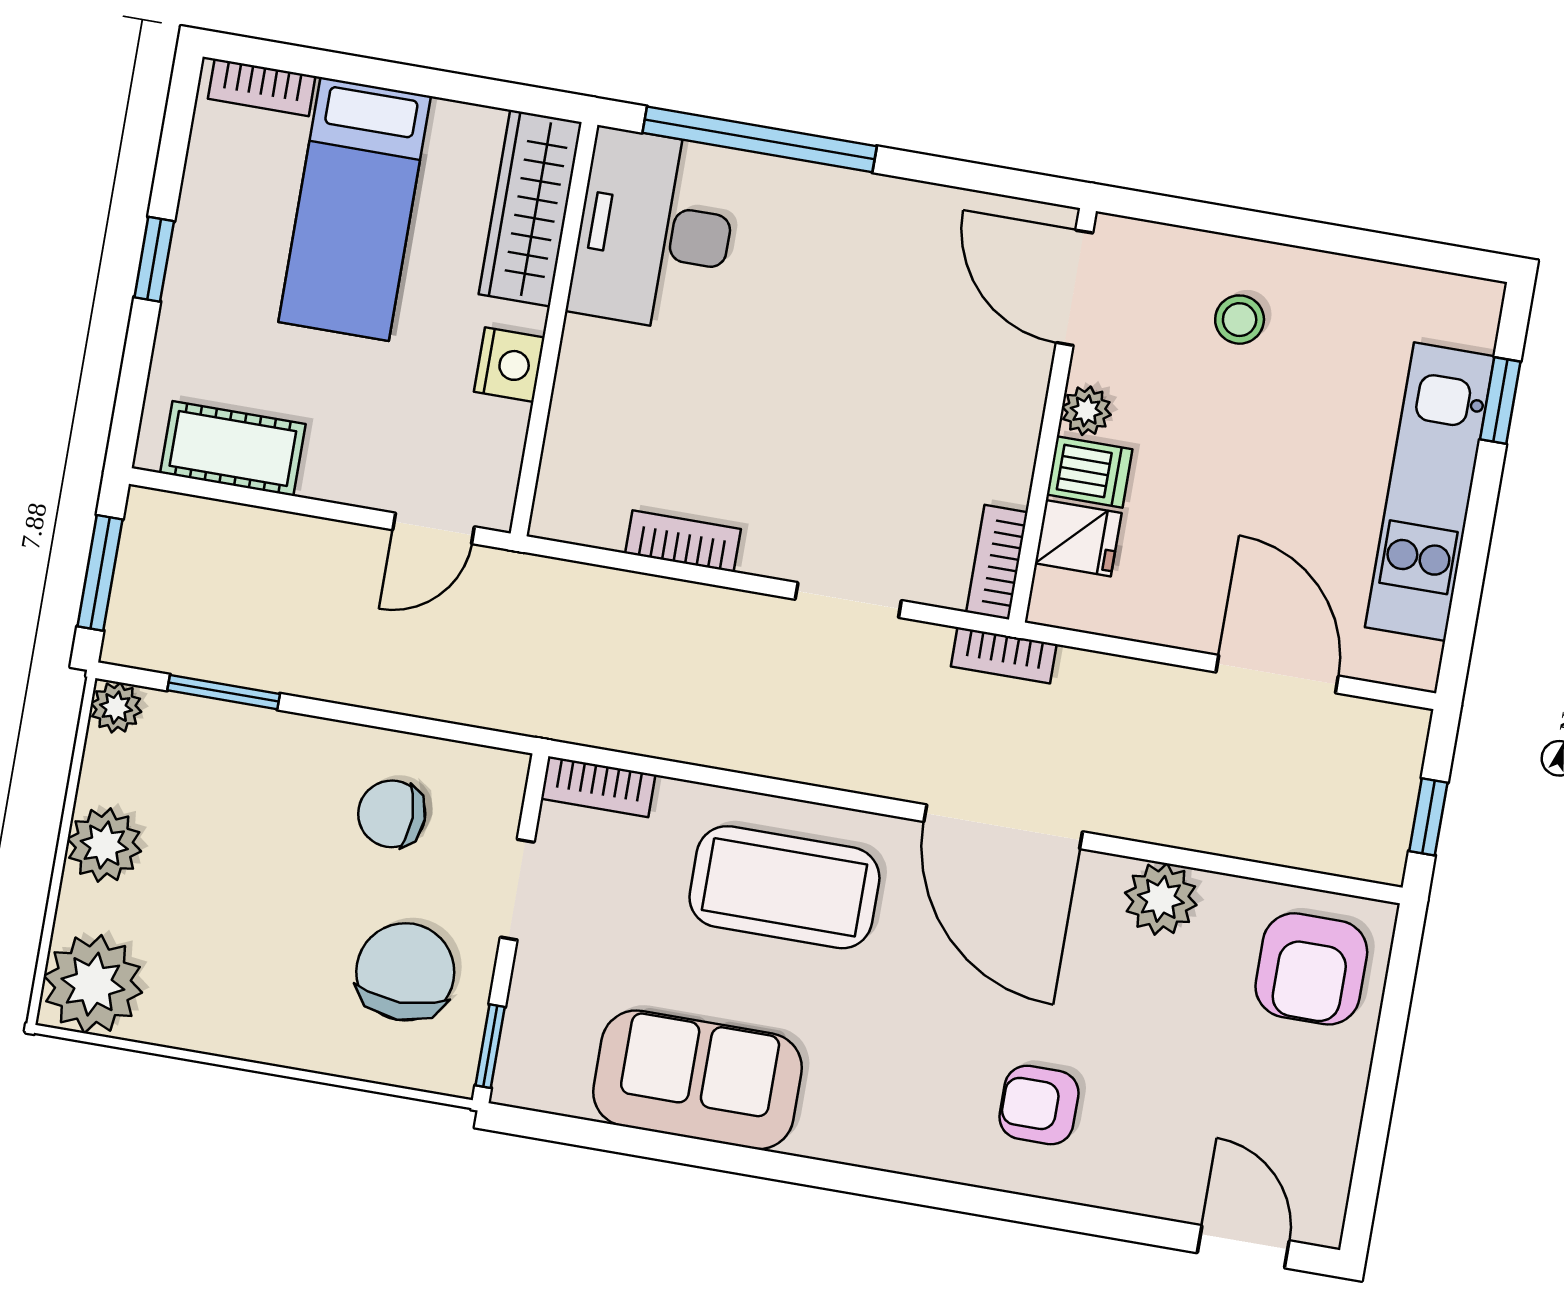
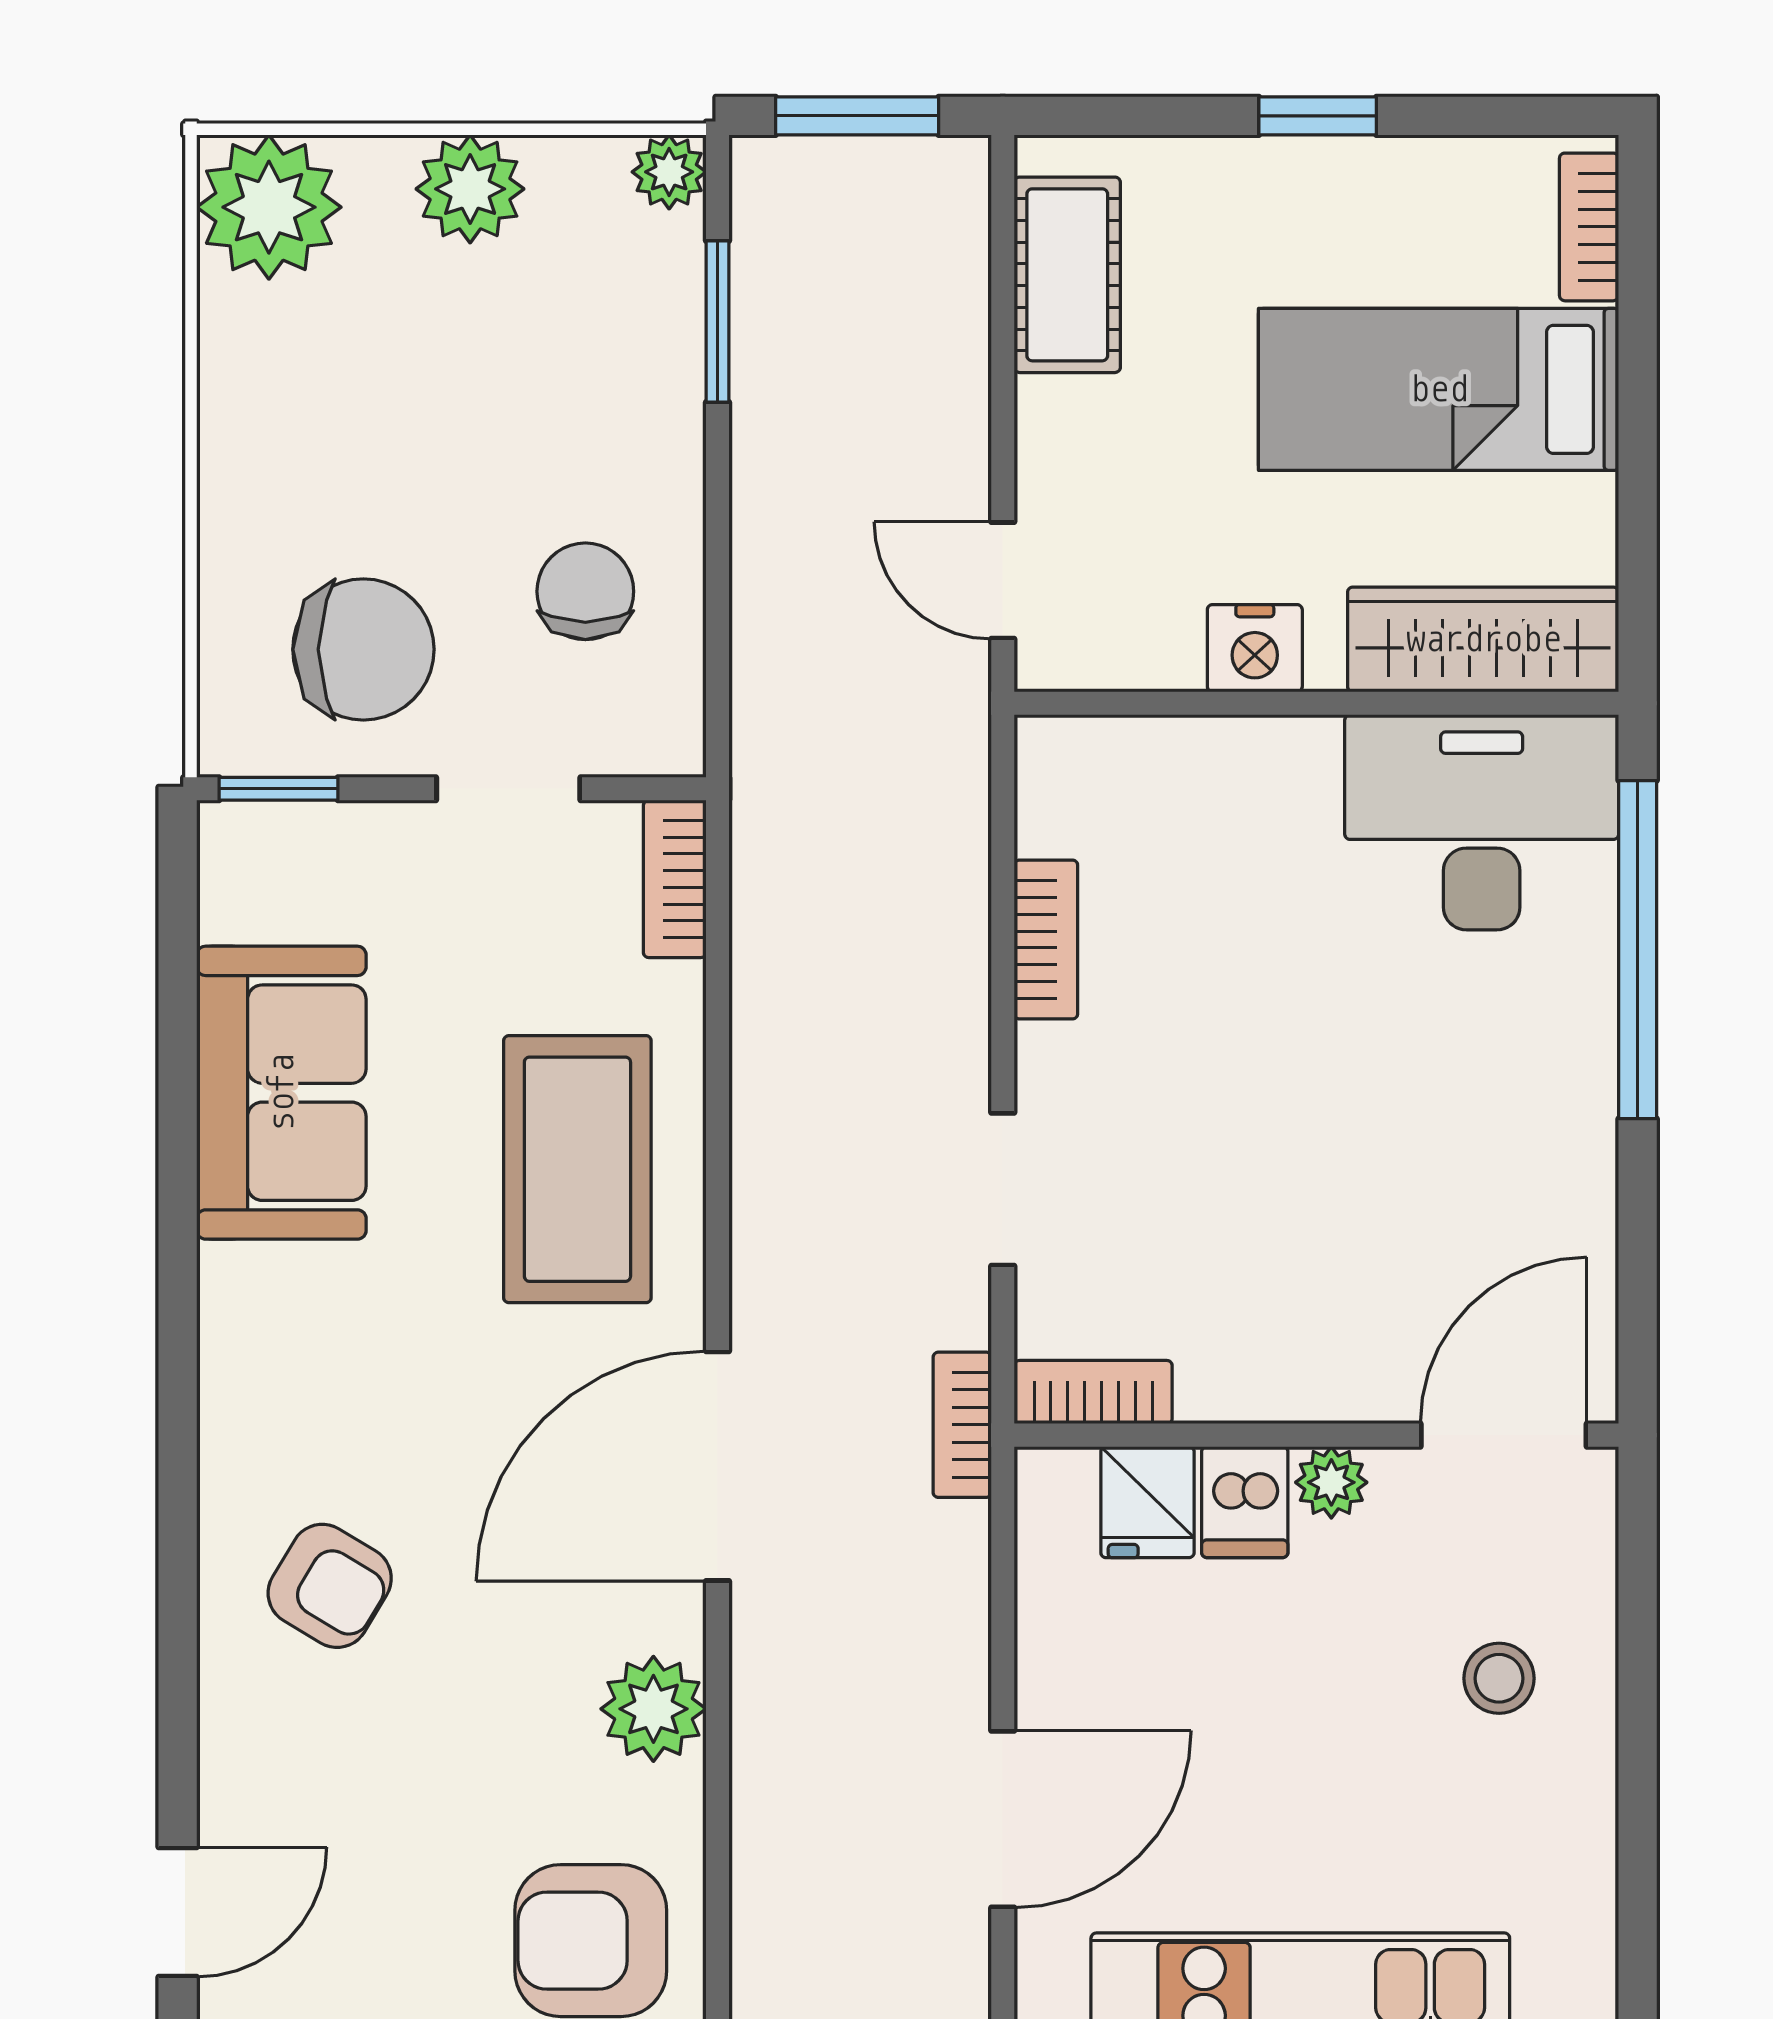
armchair: (1039, 1105) -> (330, 1586), turned 121

